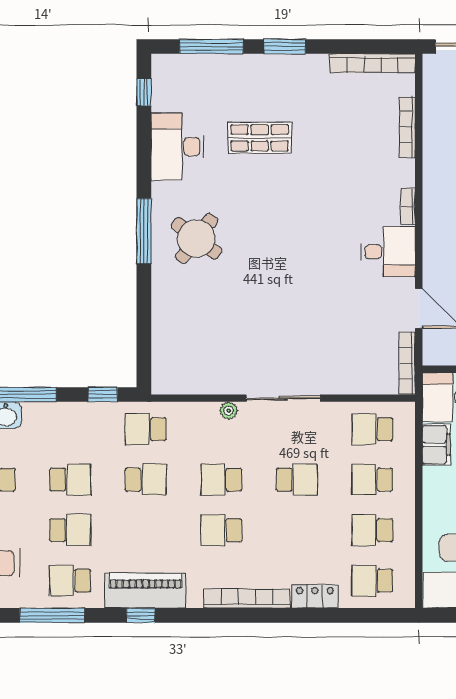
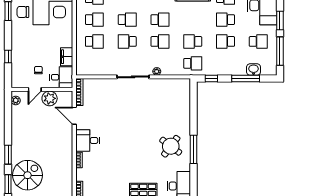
school desk: (372, 429) -> (127, 20), moved

